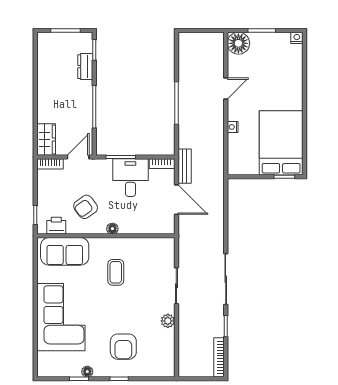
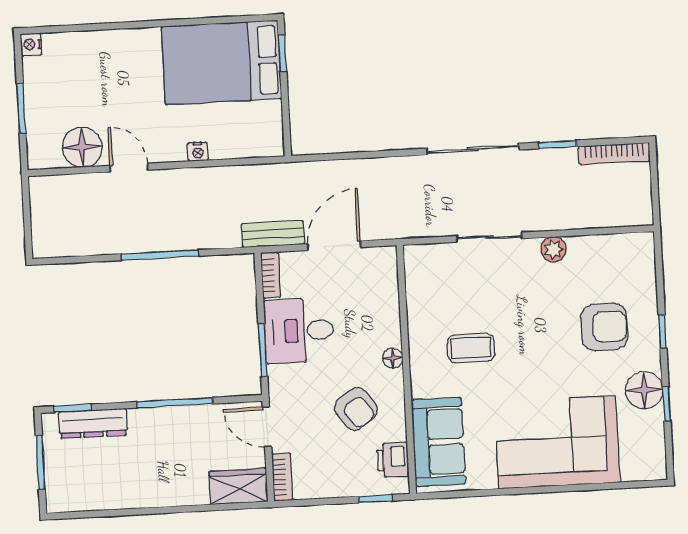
floor lamp: (238, 43) -> (82, 147), moved
dresser: (85, 67) -> (93, 423), width x1.44
floor lamp: (87, 372) -> (644, 390), width x1.89, depth x1.89

